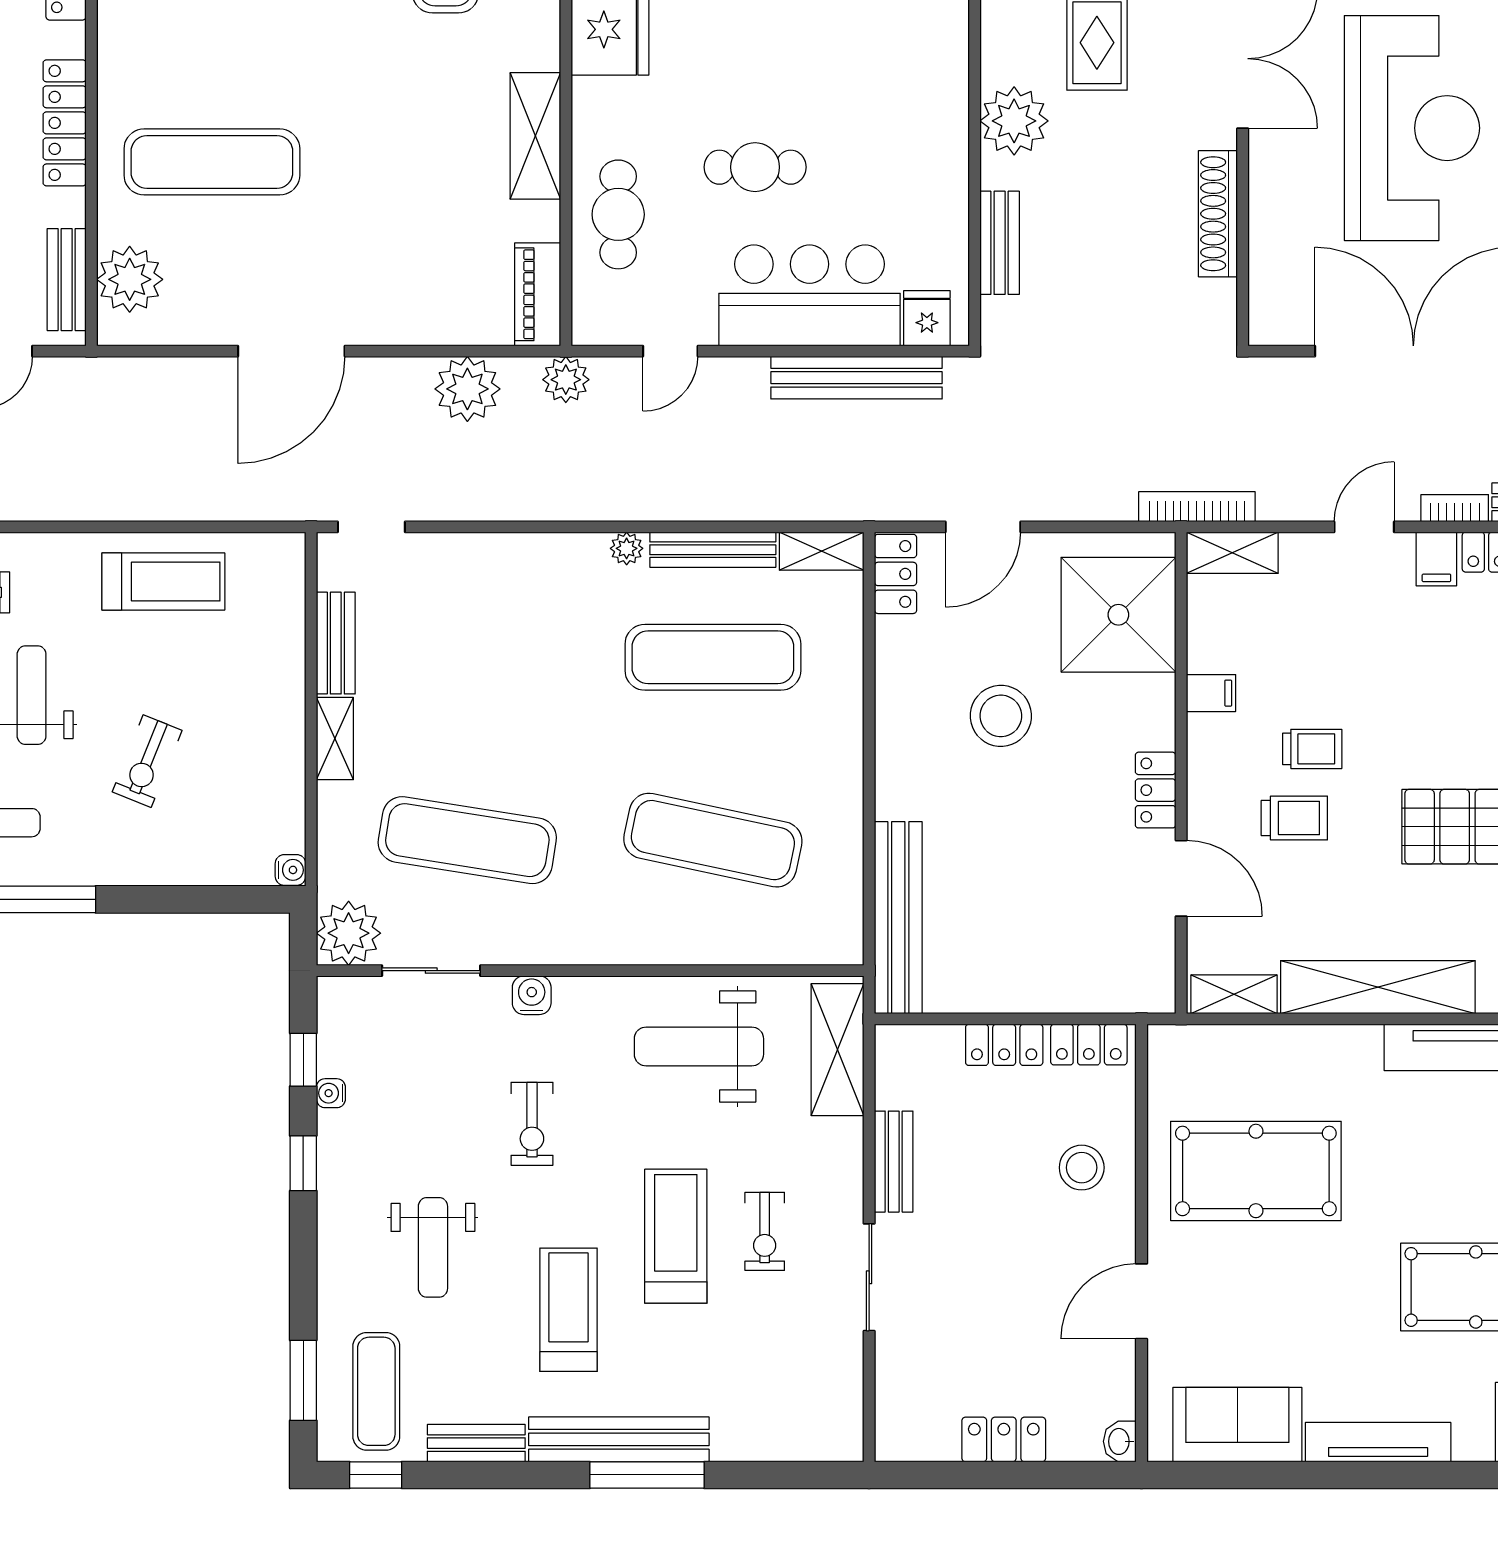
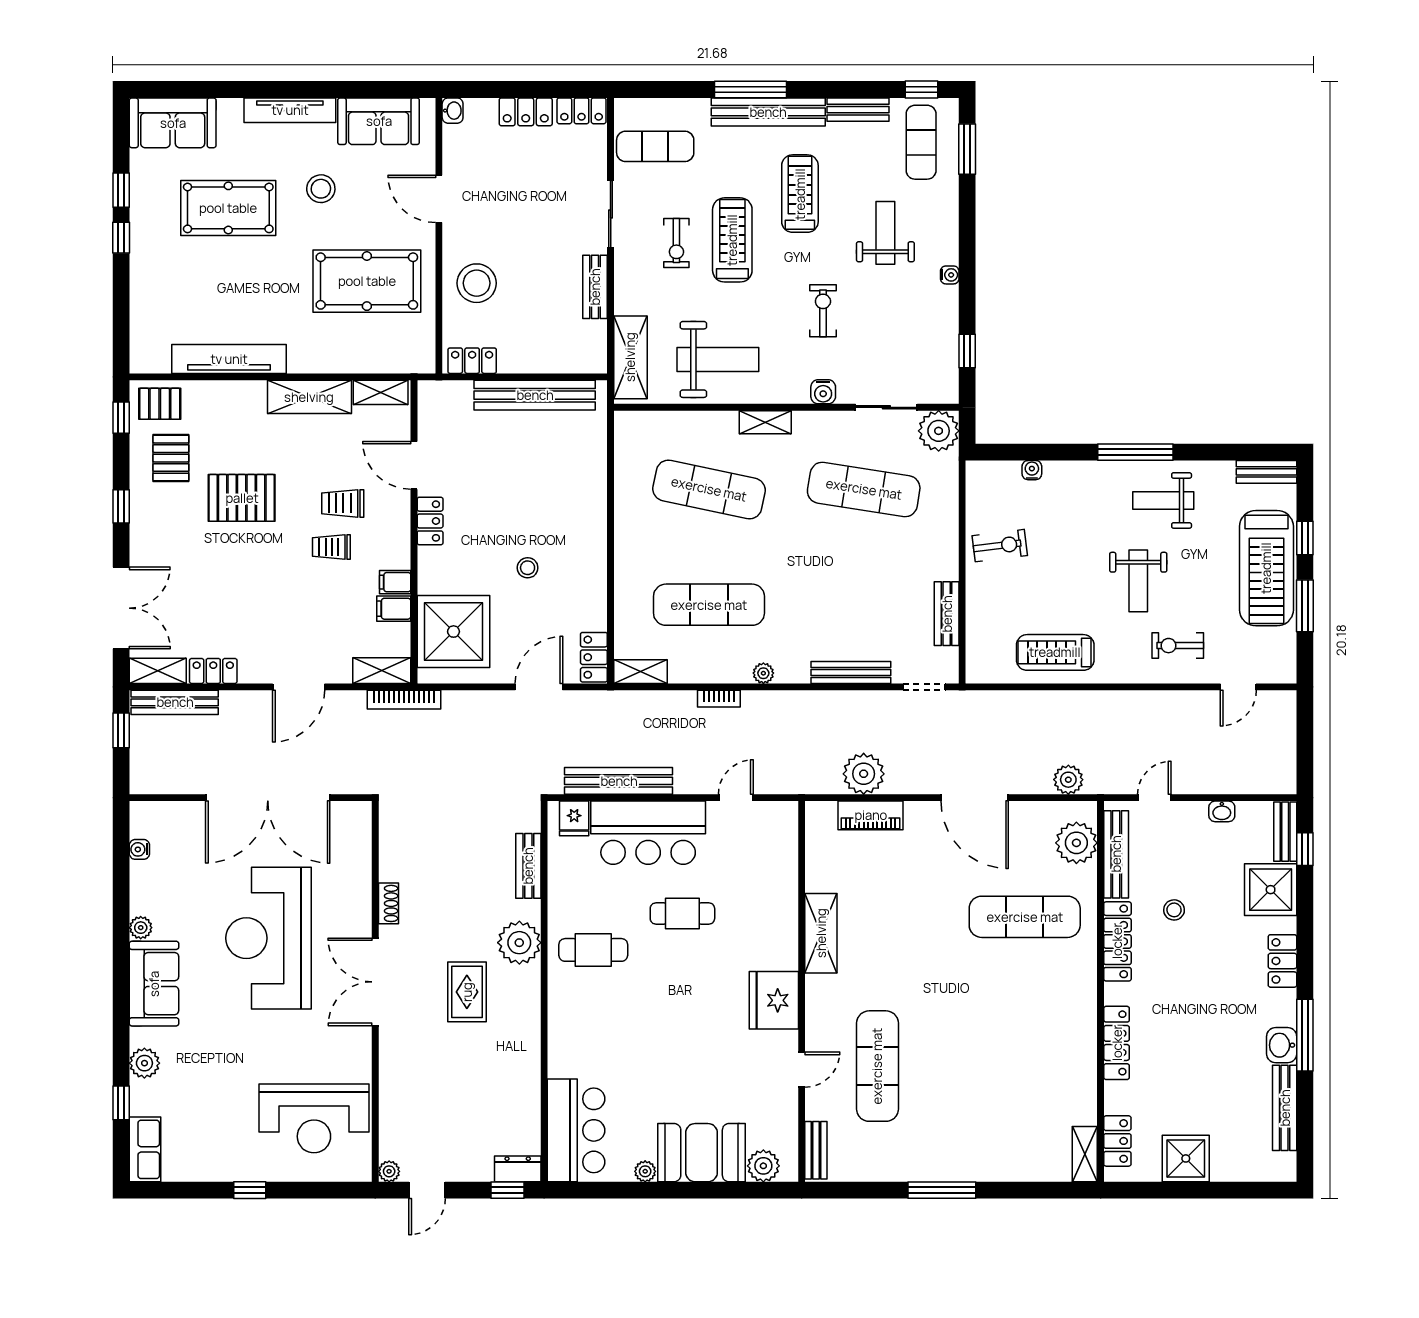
cafe table: (618, 214) -> (593, 950), moved, turned 90
shoe rack: (1218, 214) -> (388, 903), width x0.51, depth x0.81
bench: (67, 280) -> (1116, 854), width x1.36
piano: (538, 294) -> (871, 815), moved, turned 90
door: (291, 351) -> (975, 798), swing flipped
plant: (566, 380) -> (1068, 780), moved
bookcase: (1455, 508) -> (719, 699), moved
door: (1364, 527) -> (299, 687), width x1.38
bench: (713, 550) -> (851, 672), moved
filing cabinet: (1436, 559) -> (394, 609), moved, turned -90
stool: (1001, 716) -> (528, 568), width x0.53, depth x0.53
shelving: (335, 739) -> (765, 422), moved, turned 90
exercise bike: (147, 761) -> (1000, 546), moved, turned 61
water cooler: (290, 870) -> (1032, 470), moved, turned 90
bench: (898, 918) -> (535, 395), moved, turned 90
shelving: (1378, 987) -> (309, 397), width x0.68
locker: (1004, 1045) -> (582, 111), moved, turned 180
water cooler: (331, 1093) -> (950, 275), moved
window: (303, 1163) -> (967, 286), removed
stool: (1082, 1168) -> (477, 283), width x1.38, depth x1.38
exercise bike: (765, 1231) -> (676, 243), turned 180
treadmill: (676, 1236) -> (732, 240), turned 180
door: (1142, 1301) -> (439, 199), swing flipped
treadmill: (569, 1310) -> (800, 194), turned 180
stool: (1329, 1317) -> (321, 189), added
exercise mat: (798, 1385) -> (655, 146), added

